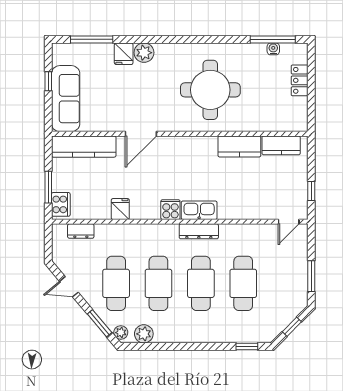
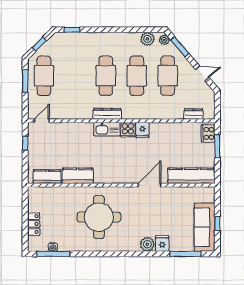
sofa: (66, 99) -> (205, 227), moved
fridge: (120, 209) -> (142, 130), moved
cafe table: (243, 283) -> (44, 76), moved

